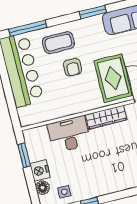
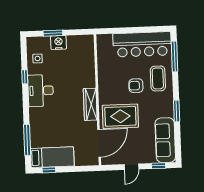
desk: (69, 134) -> (41, 91), moved, turned 180
window: (24, 155) -> (53, 33), moved
floor lamp: (43, 188) -> (44, 42), removed

